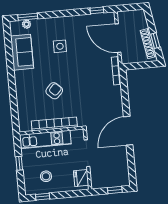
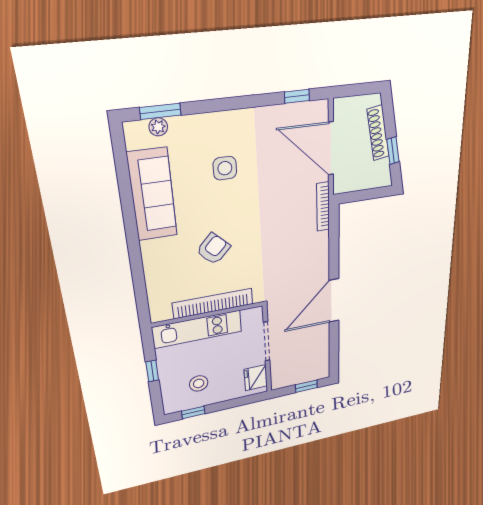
shoe rack: (148, 43) -> (378, 133), moved
sofa: (22, 52) -> (152, 195), width x1.36

